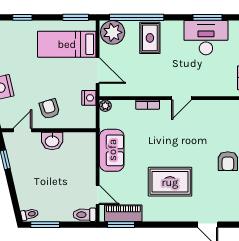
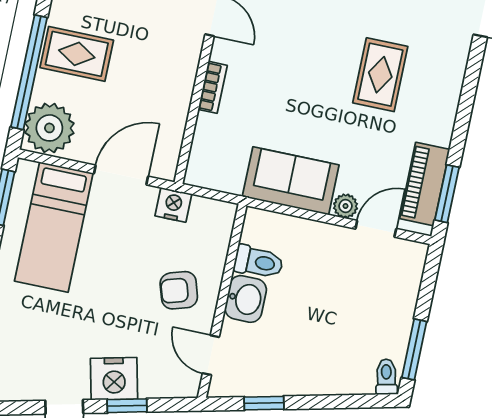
plant: (105, 106) -> (346, 206), moved
rug: (170, 182) -> (380, 75), width x0.73, depth x0.70
toilet: (85, 215) -> (258, 262), moved, turned -90

